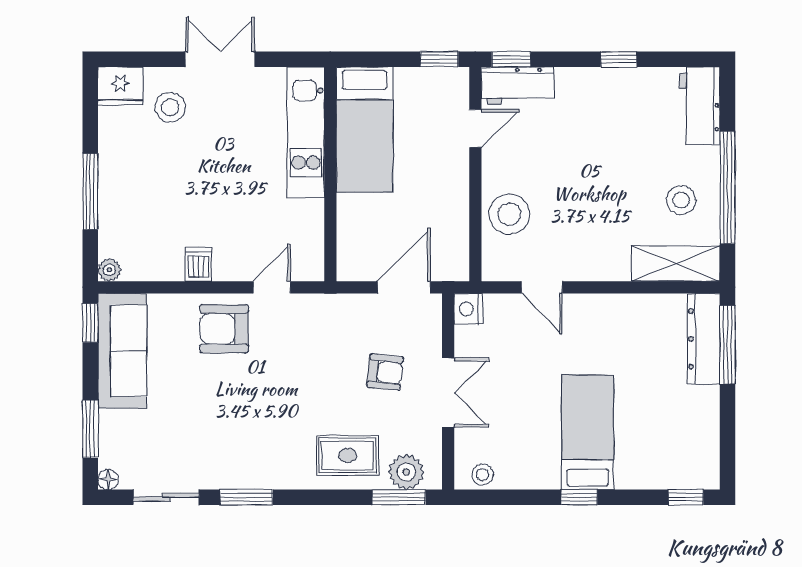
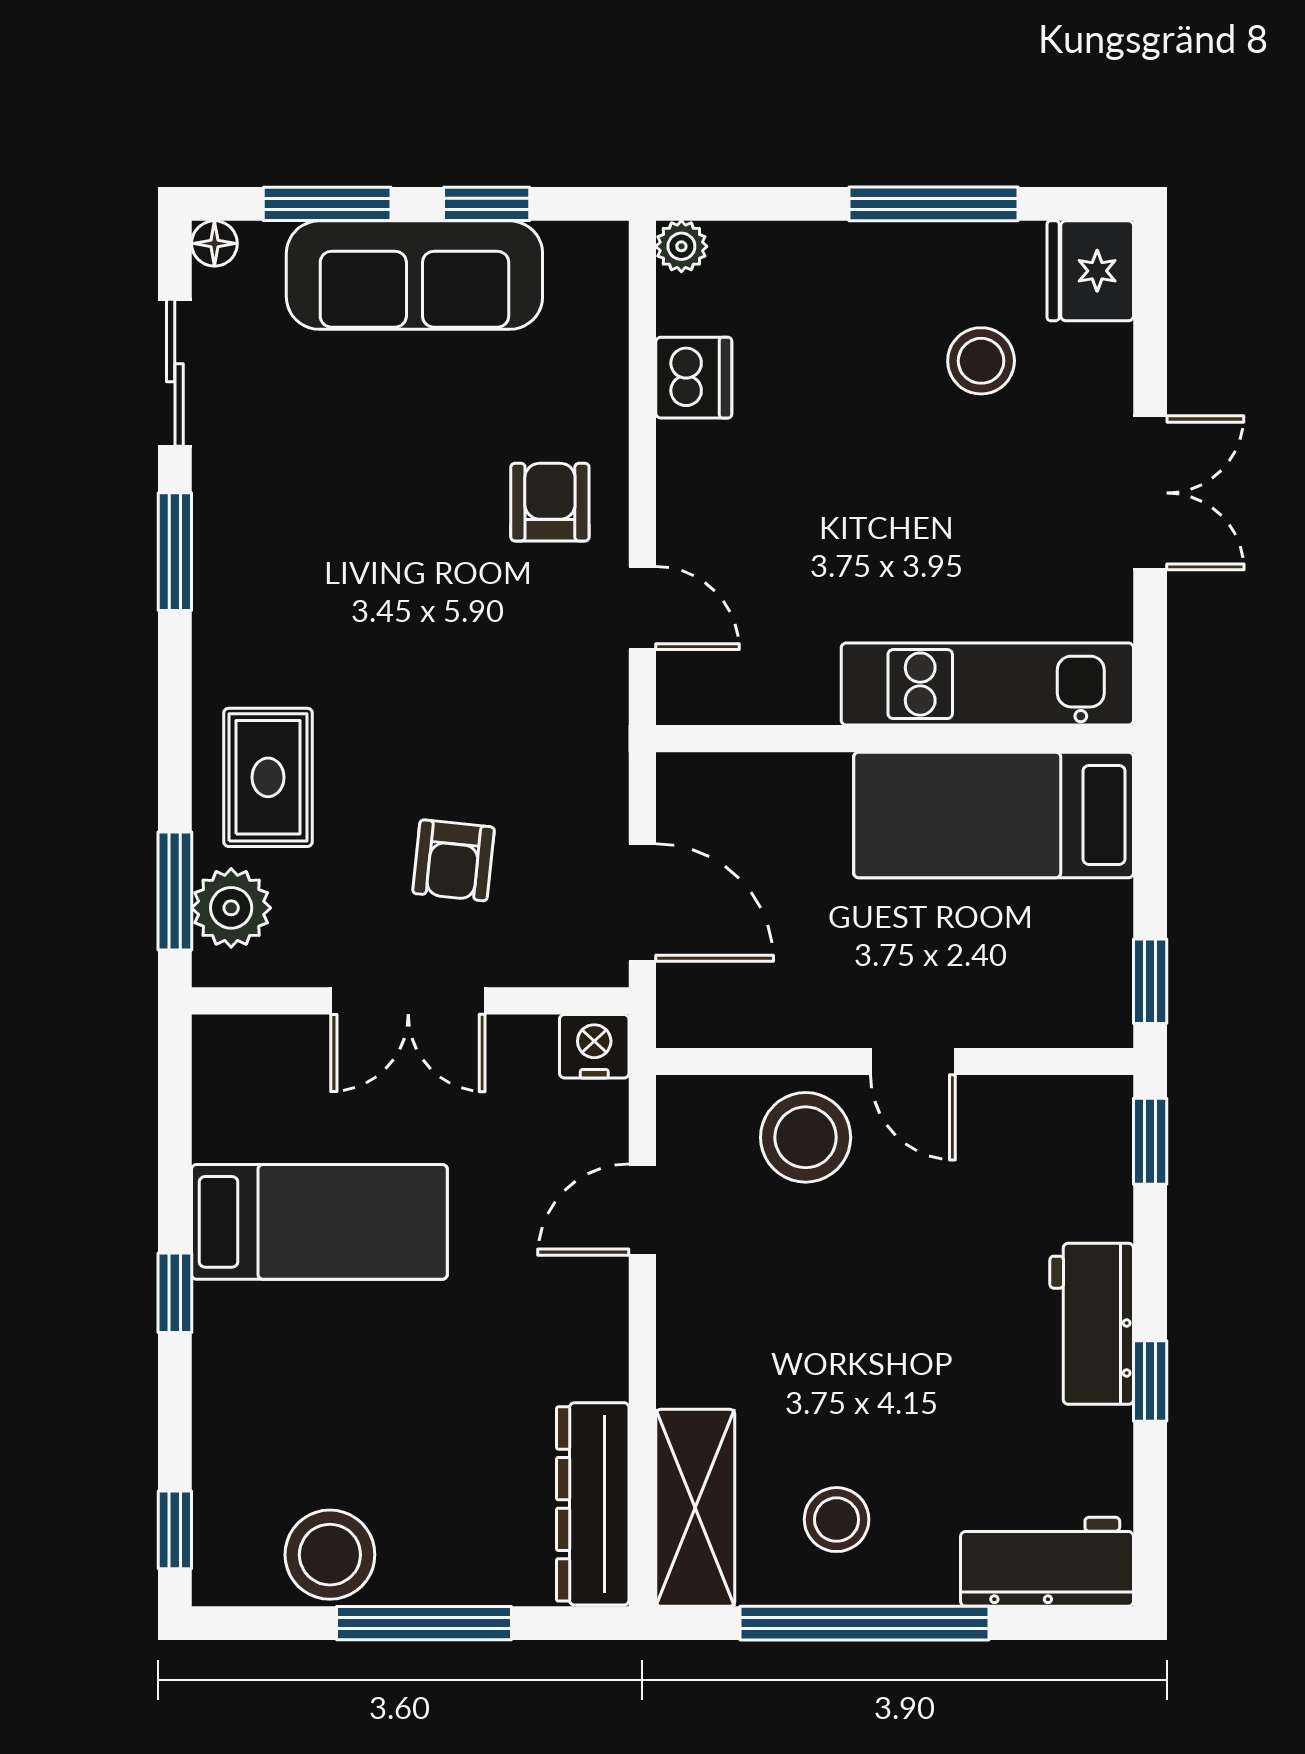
workbench: (518, 86) -> (1092, 1324), moved
stool: (170, 107) -> (981, 361), moved
door: (475, 128) -> (913, 1061), moved
window: (90, 191) -> (934, 204), moved
dishwasher: (198, 264) -> (694, 378), moved, width x1.38
window: (90, 323) -> (487, 204), moved
armchair: (224, 329) -> (550, 502), width x0.72, depth x0.72
dresser: (704, 339) -> (593, 1504), moved, turned -90
window: (728, 345) -> (424, 1623), moved
sofa: (122, 351) -> (414, 275), moved
bed: (588, 432) -> (319, 1222), moved
stool: (483, 475) -> (330, 1555), moved, width x1.89, depth x1.89

